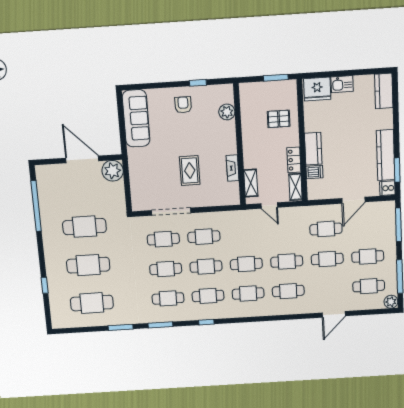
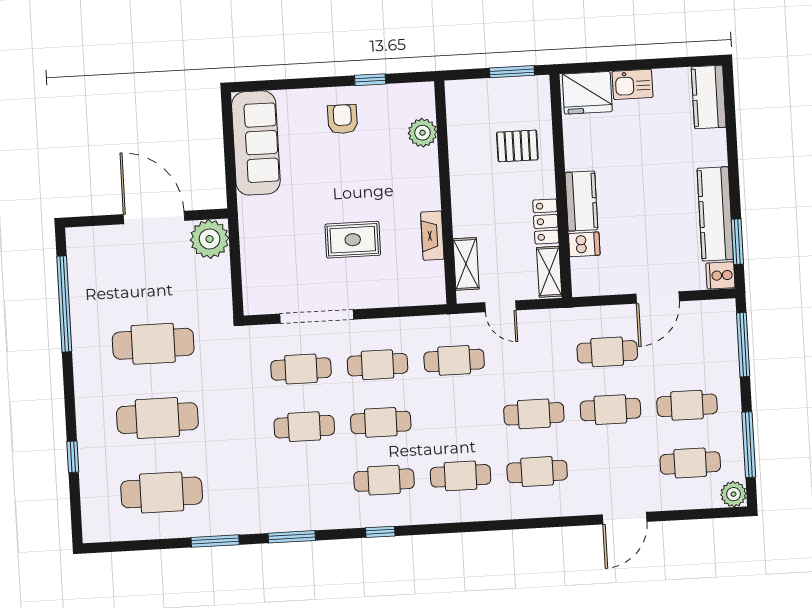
rug: (190, 171) -> (353, 240), turned 90
cafe table: (246, 264) -> (454, 360), moved
cafe table: (168, 298) -> (307, 484), removed

